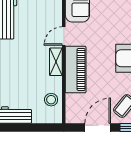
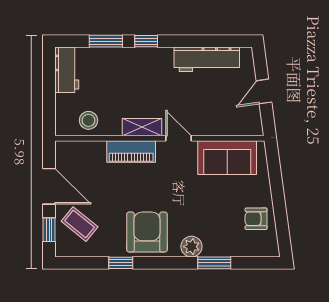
piano: (76, 69) -> (131, 152), width x0.73, depth x0.75

